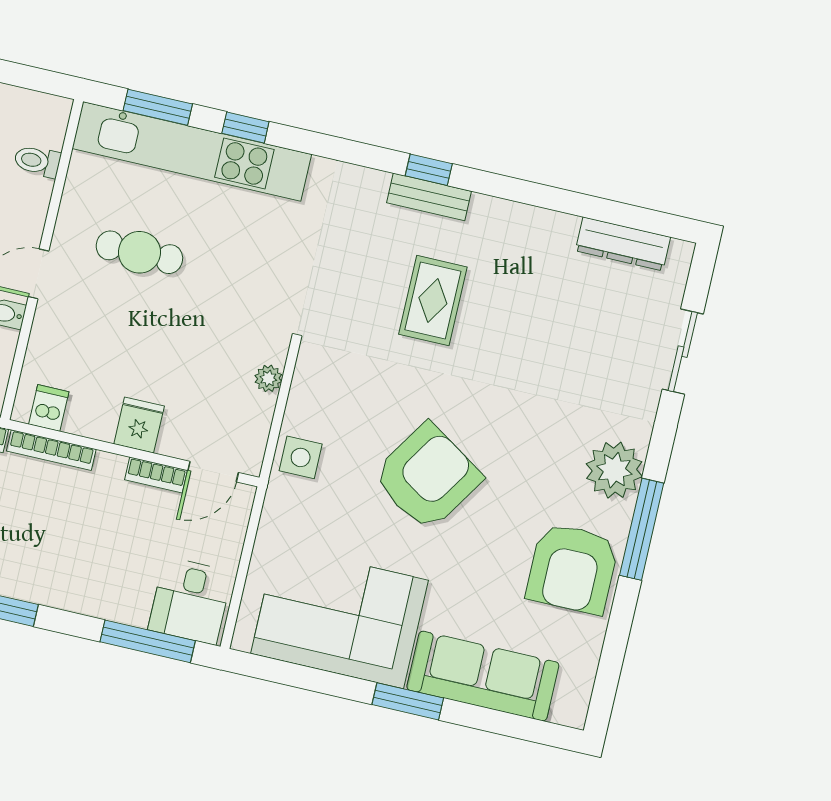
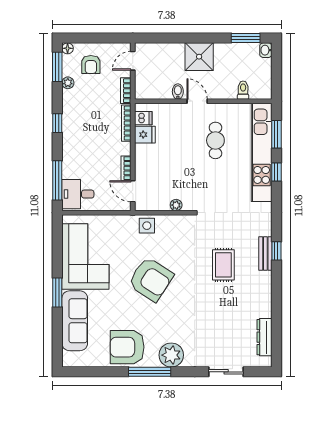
rug: (433, 301) -> (223, 265), turned 90
fridge: (139, 425) -> (145, 135), moved

